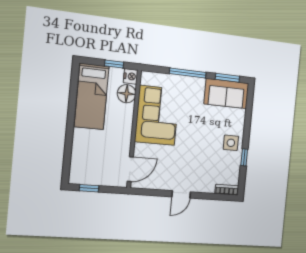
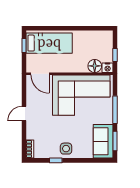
bed: (92, 96) -> (49, 43), moved, turned 180
corner sofa: (157, 115) -> (81, 95), width x1.36, depth x1.36
door: (181, 194) -> (24, 114), hinge flipped

